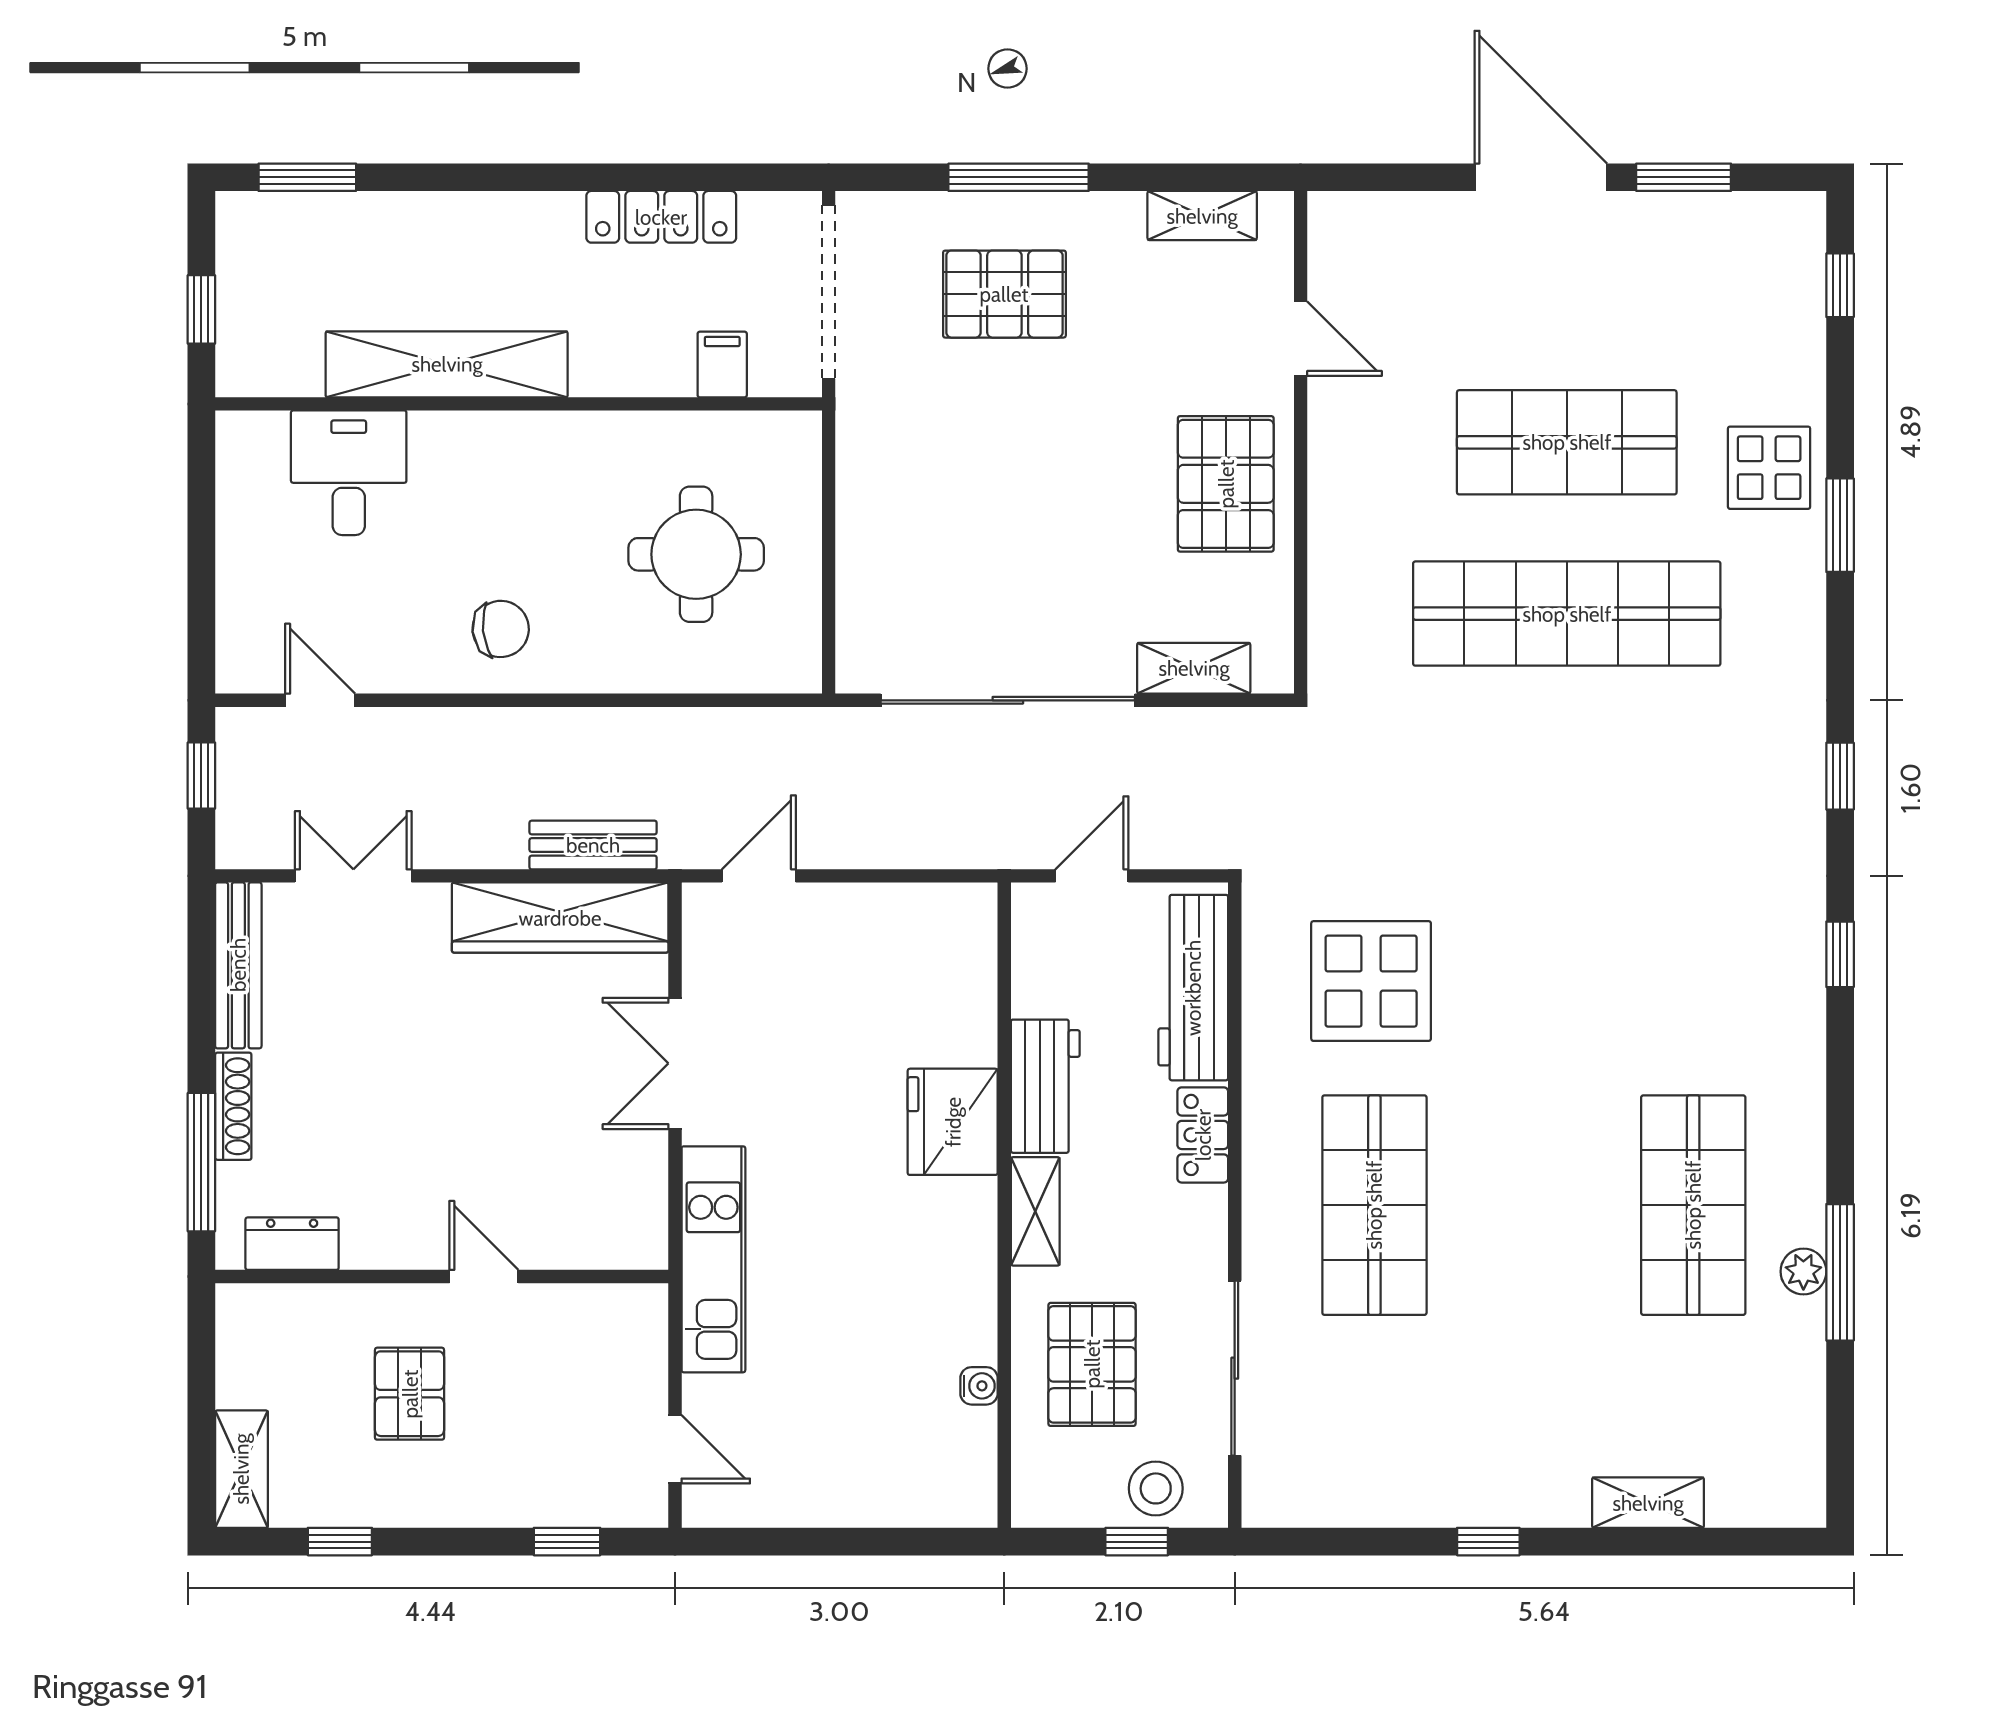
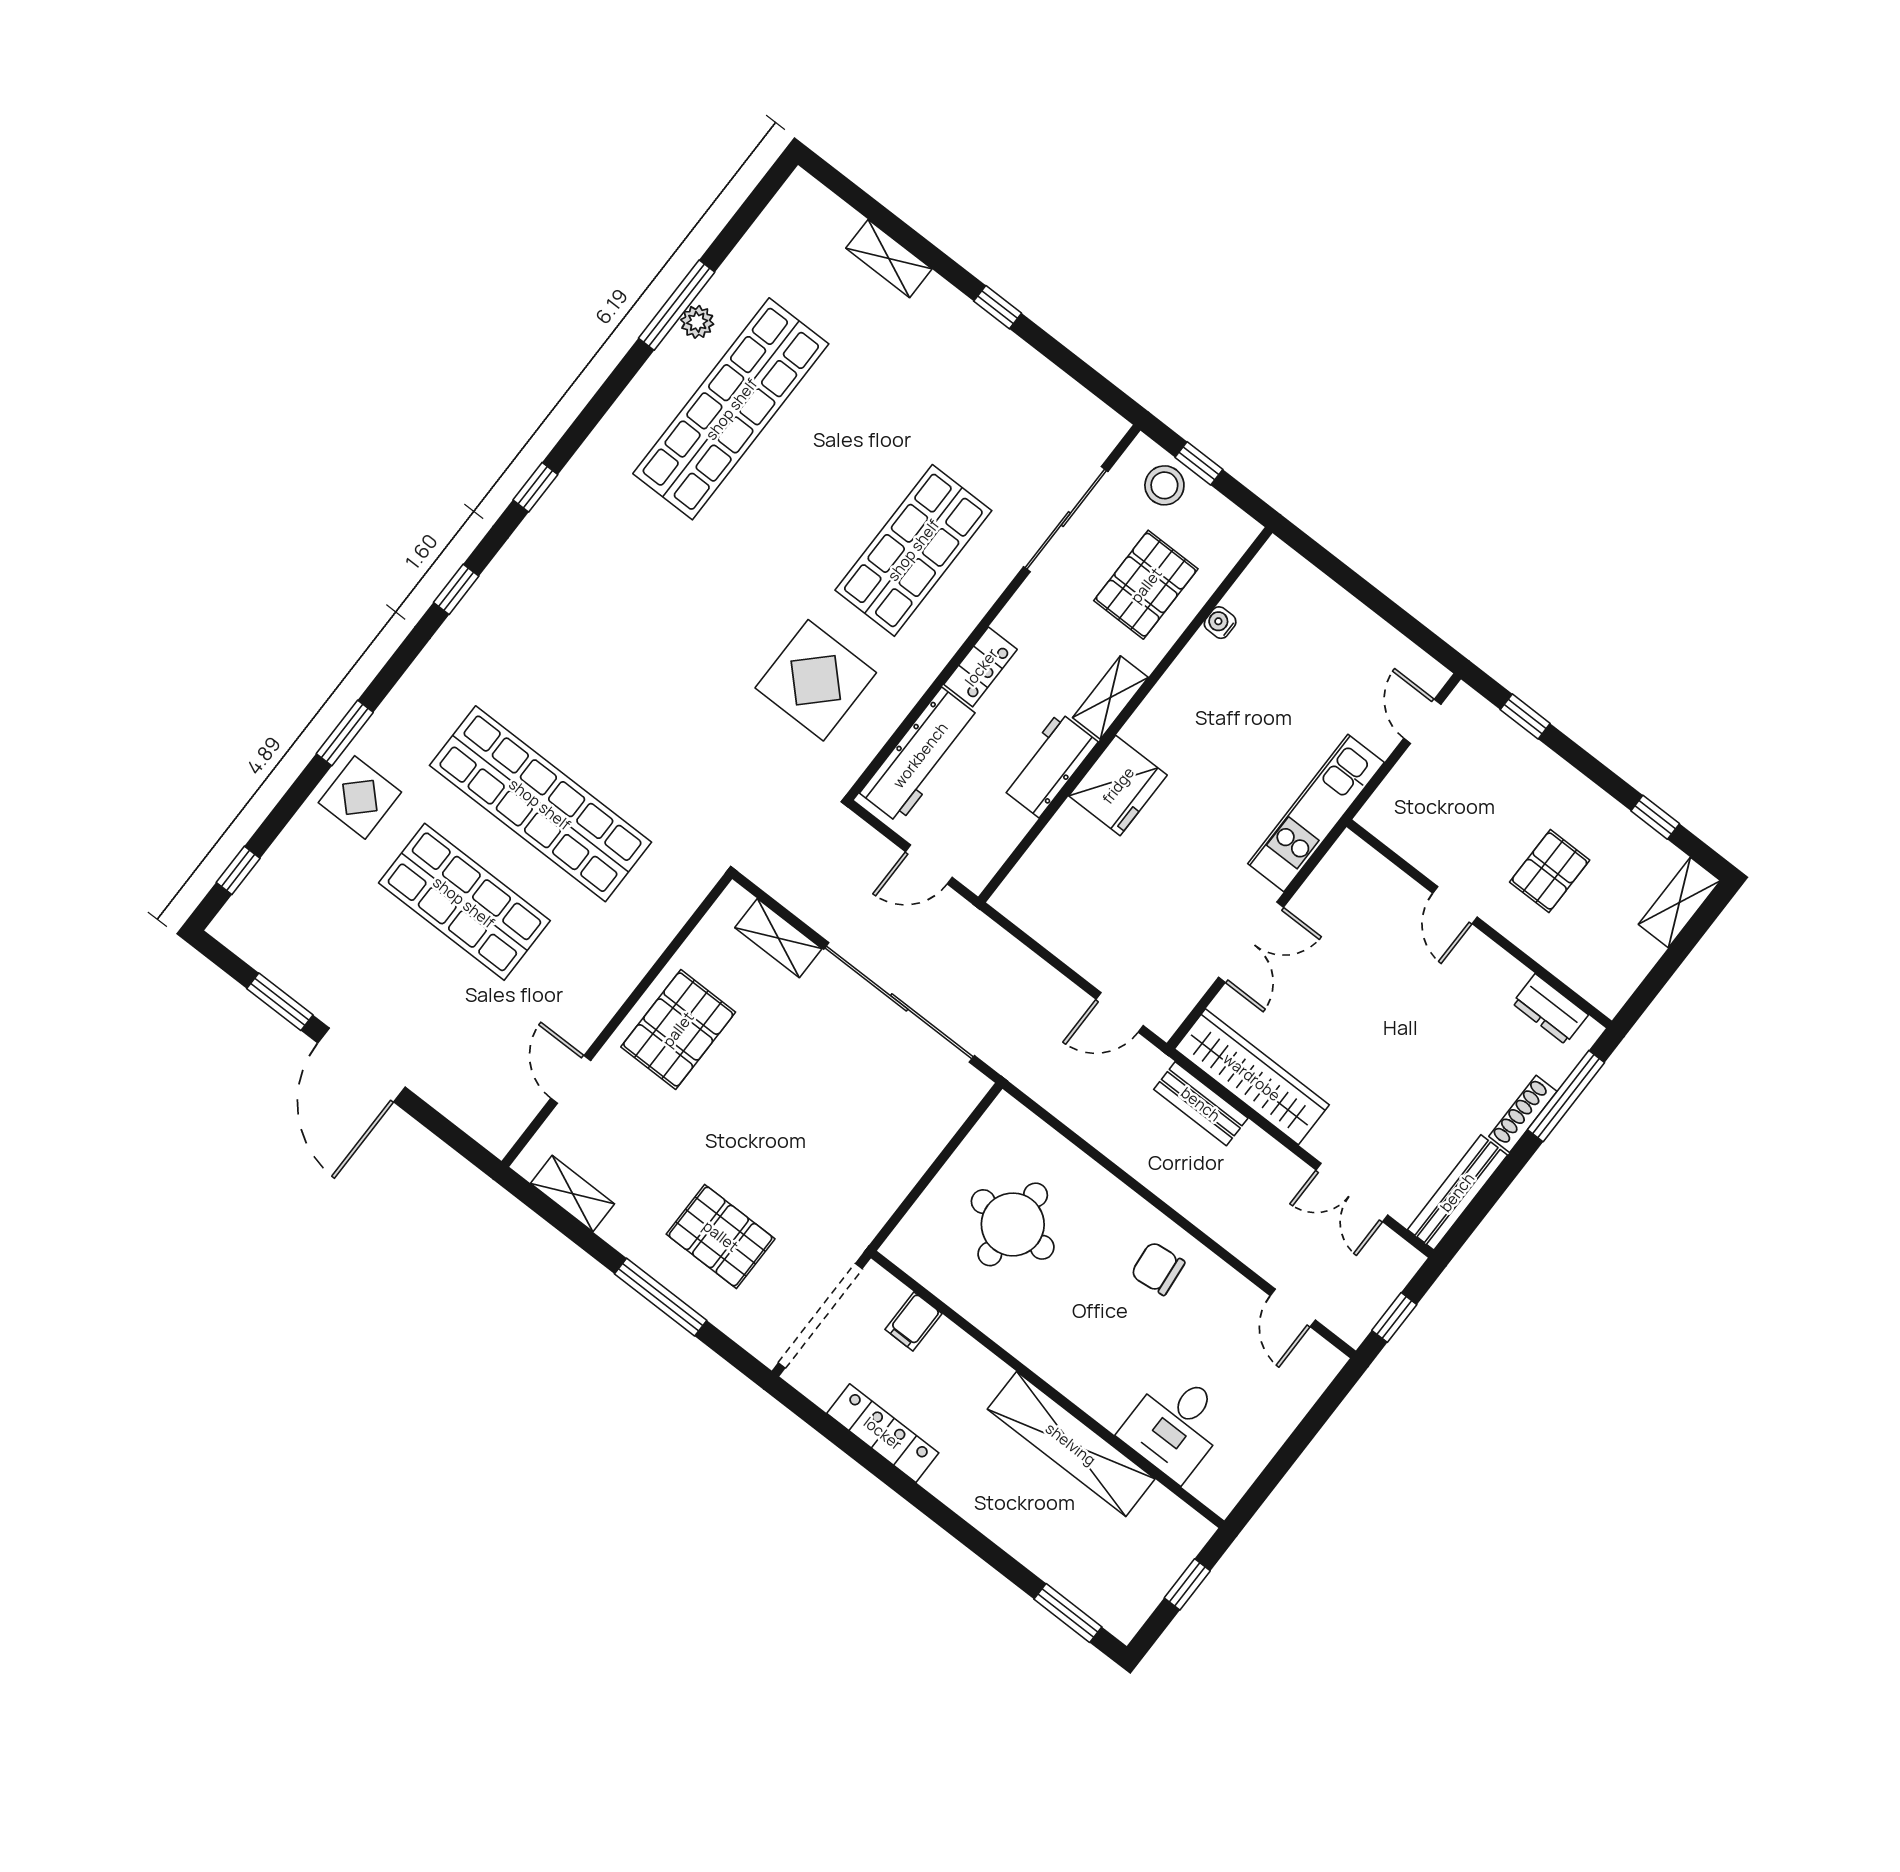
shop shelf: (1693, 1205) -> (731, 409), width x1.40

